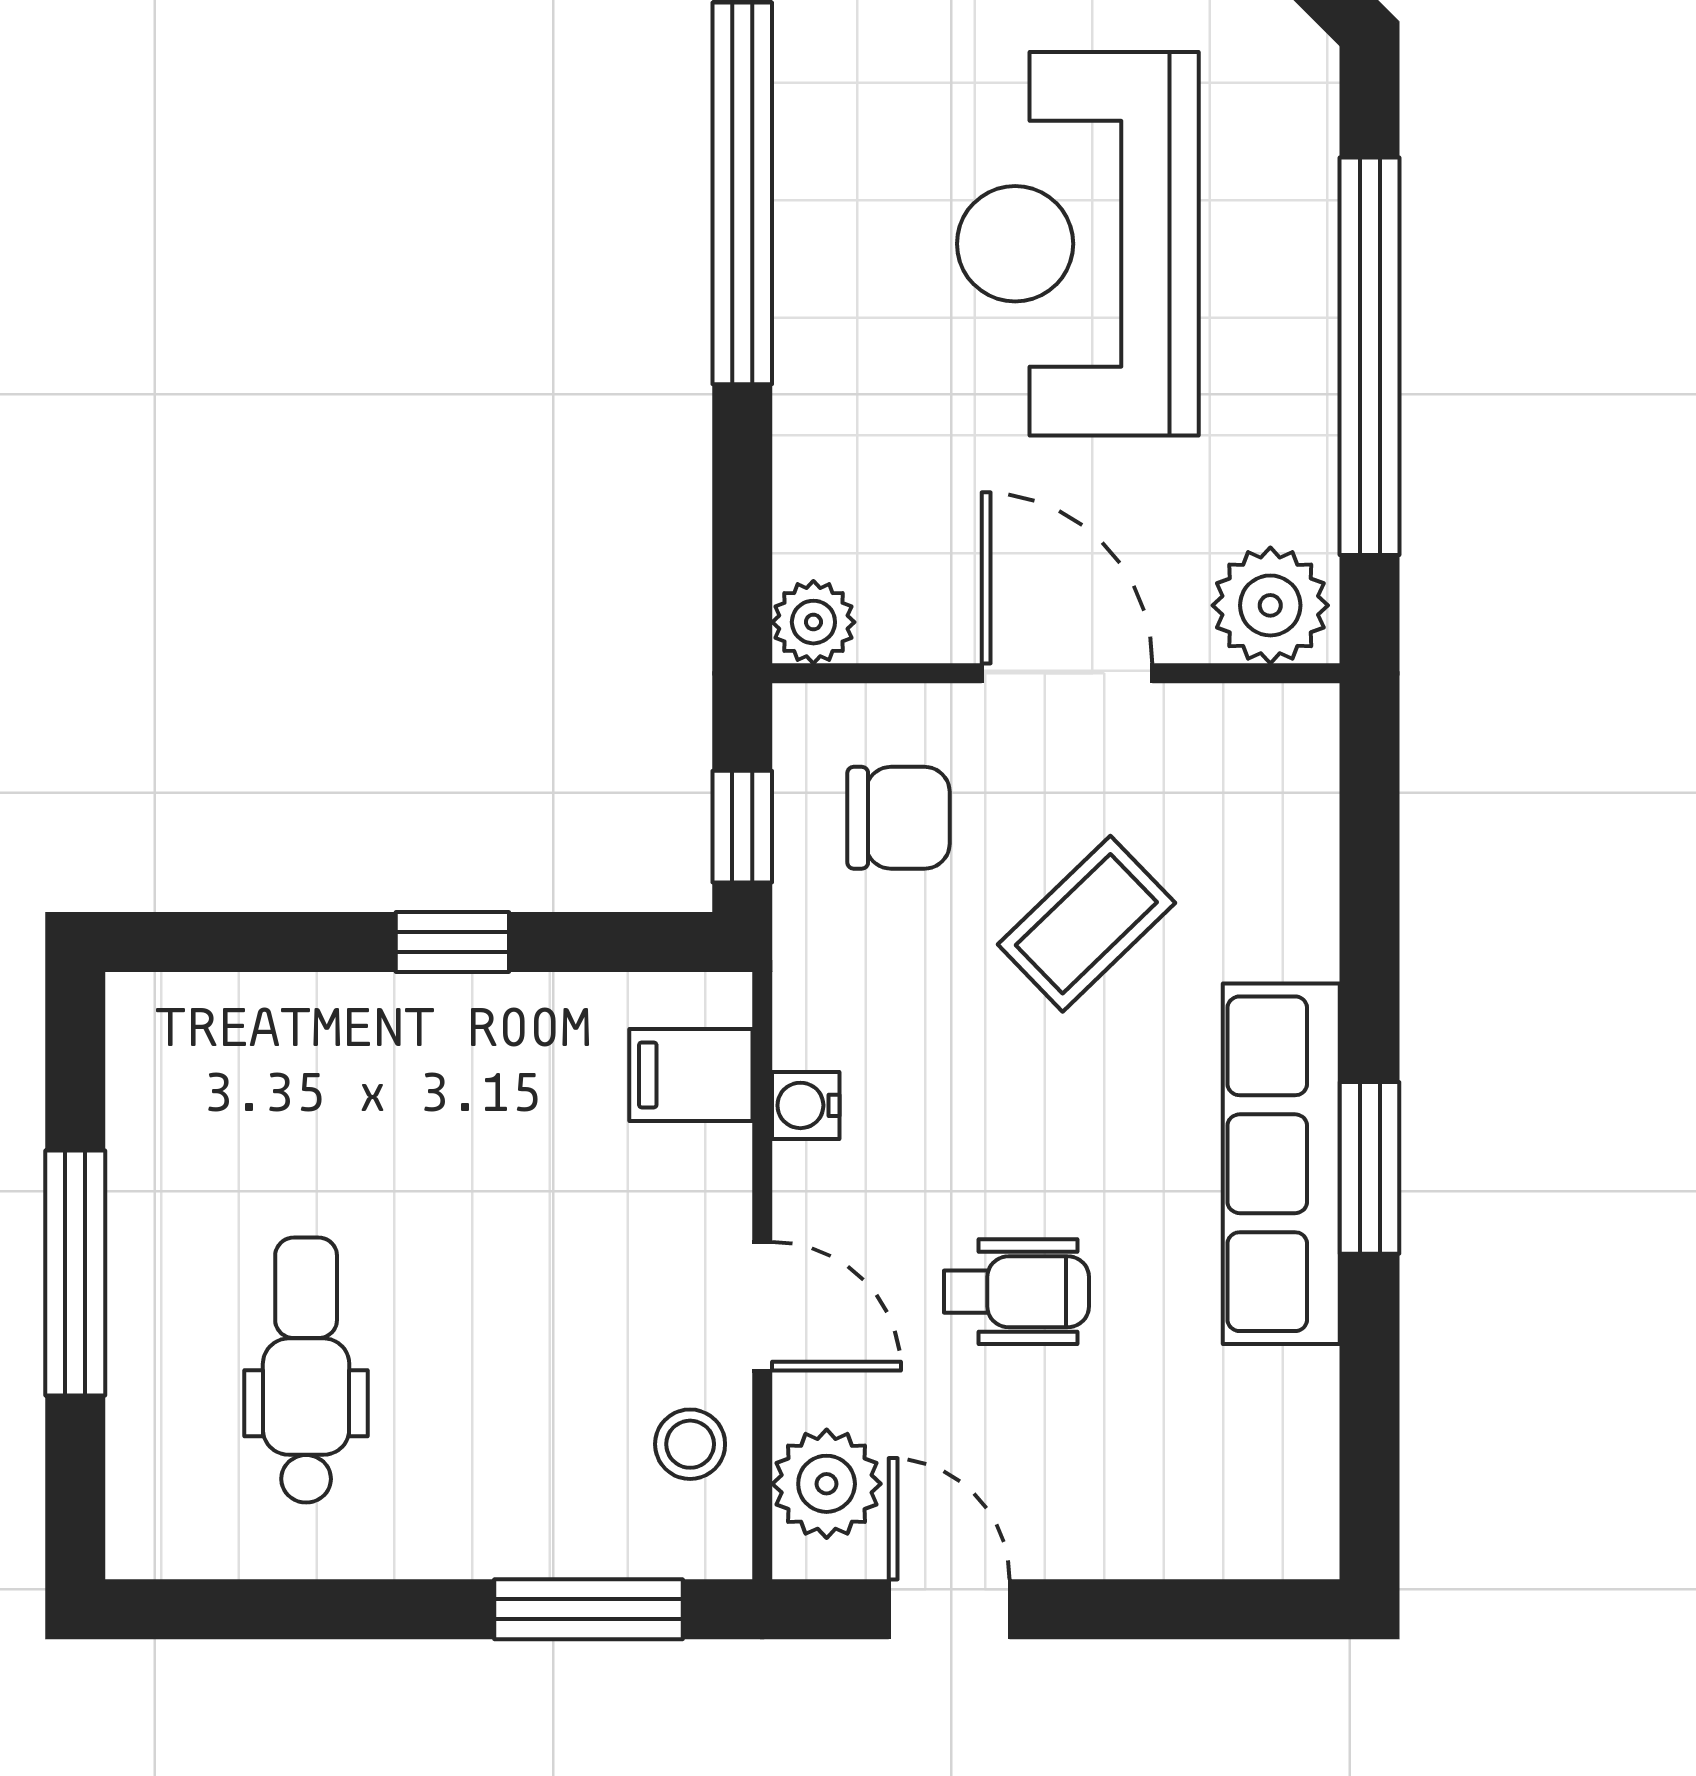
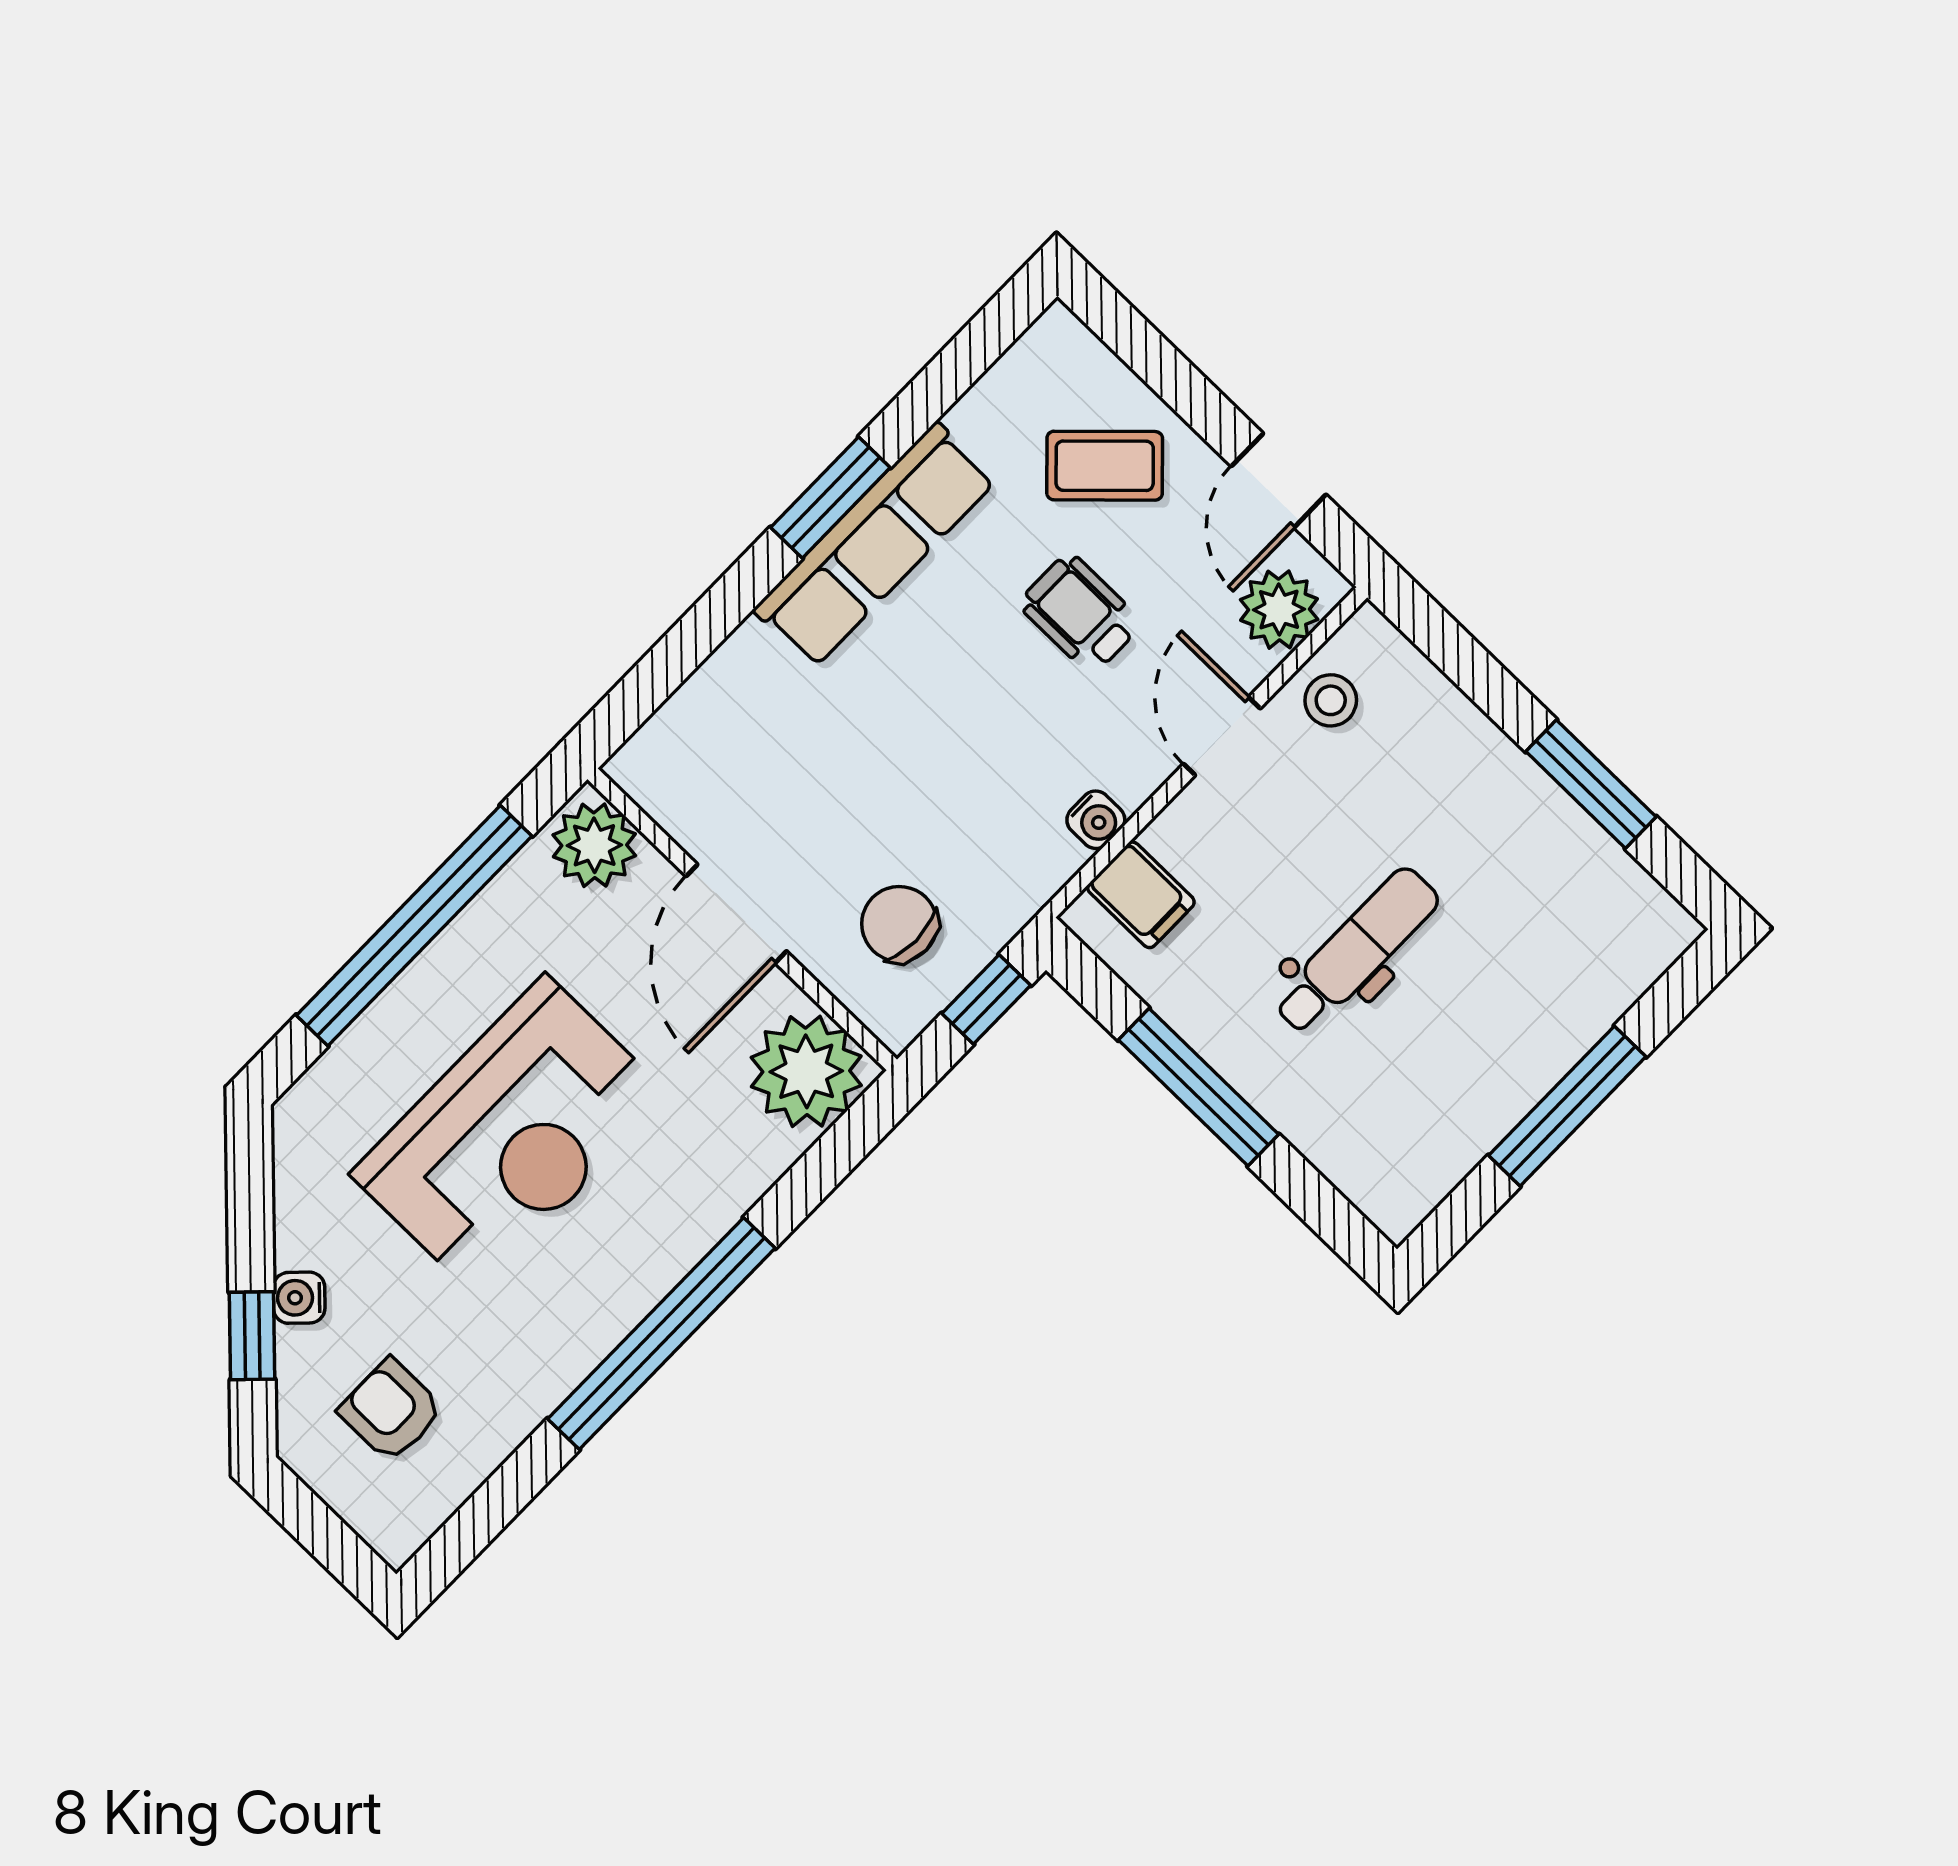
plant: (813, 622) -> (806, 1071), width x1.88, depth x1.88
coffee table: (1086, 924) -> (1105, 466), moved
window: (452, 942) -> (1198, 1087), width x2.17
dental chair: (306, 1370) -> (1356, 951), moved, turned 180
window: (589, 1609) -> (1591, 784), moved

